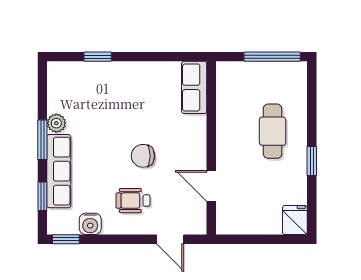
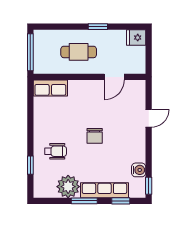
row of seats: (194, 87) -> (50, 88), moved
plant: (56, 123) -> (68, 187), width x1.88, depth x1.88
wall: (211, 148) -> (90, 77), moved
door: (211, 186) -> (114, 77), moved
wheelchair: (133, 201) -> (55, 151), moved, turned -90

